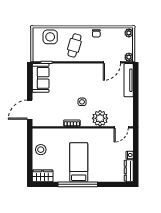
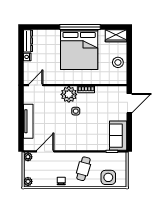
tv unit: (129, 80) -> (28, 121), moved
plant: (100, 118) -> (69, 94), moved
bed: (79, 162) -> (79, 50), width x2.04

